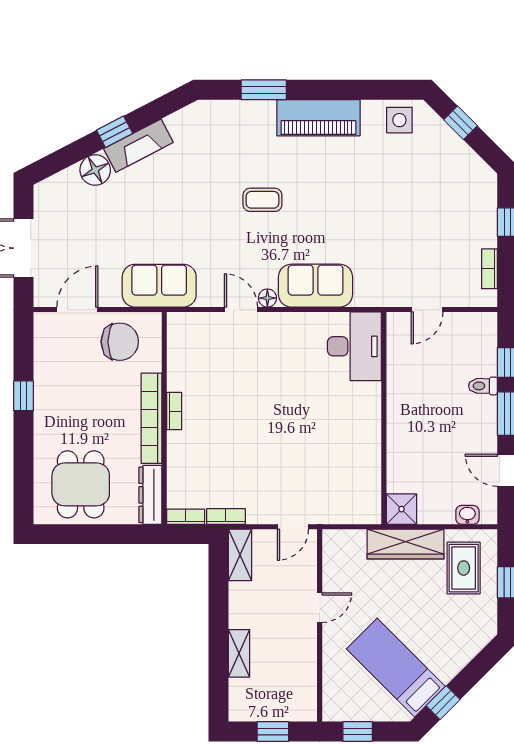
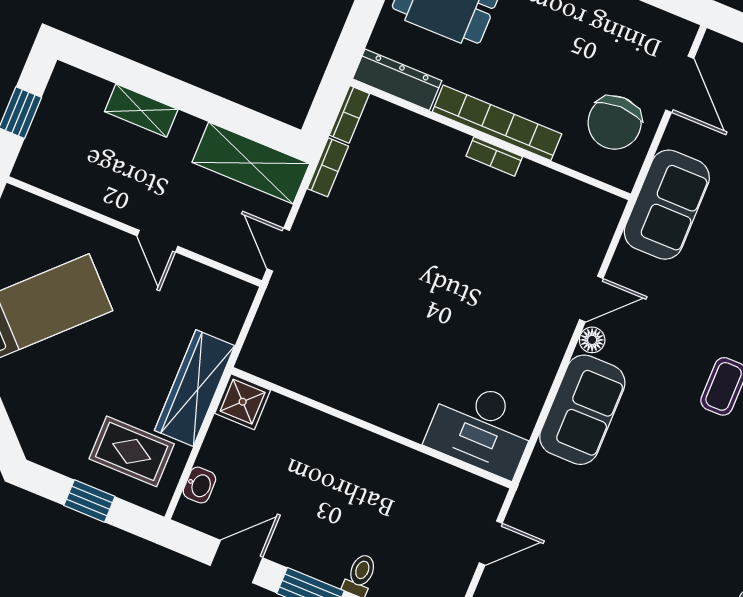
door: (427, 310) -> (491, 543), swing flipped
shelving: (240, 555) -> (251, 163), width x1.50, depth x1.33

